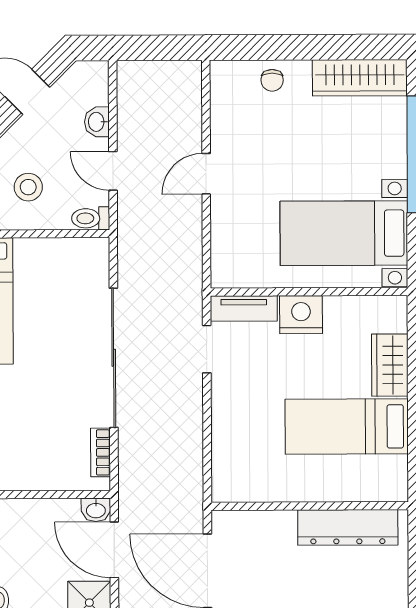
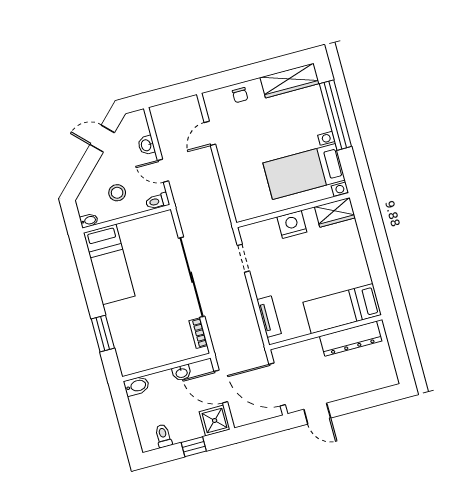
door: (206, 174) -> (210, 133), moved
tv unit: (244, 309) -> (269, 317), moved, turned -90
wardrobe: (390, 365) -> (335, 212), moved, turned -90
bed: (347, 427) -> (342, 309), moved
washbasin: (96, 510) -> (182, 373), moved

